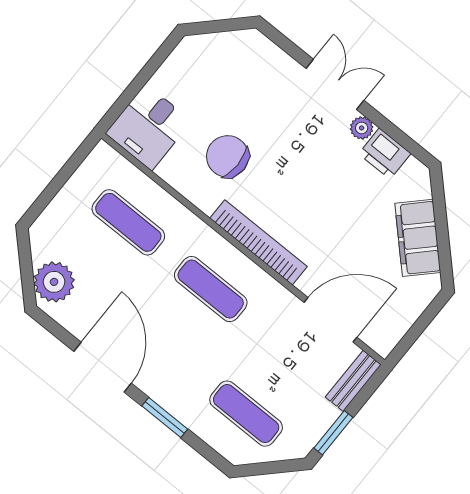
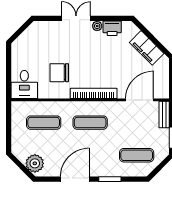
door: (103, 367) -> (75, 179), hinge flipped

